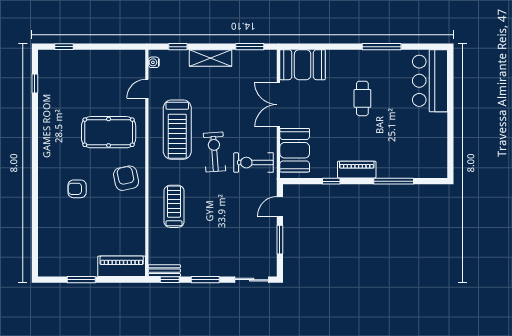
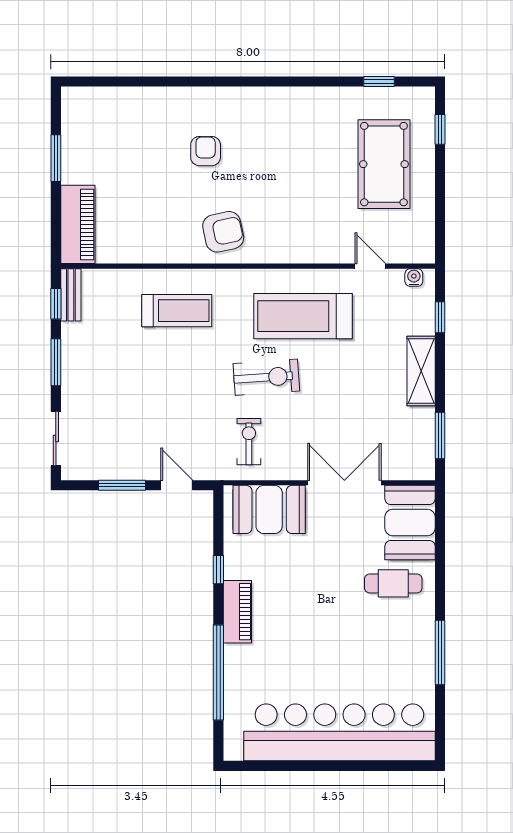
bar counter: (430, 81) -> (339, 732), width x1.86
cafe table: (362, 98) -> (393, 583), moved
pool table: (109, 132) -> (384, 164), moved
exercise bike: (253, 163) -> (249, 442), width x0.73, depth x0.72
window: (394, 181) -> (218, 672), width x1.46

